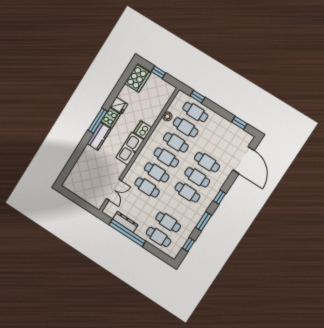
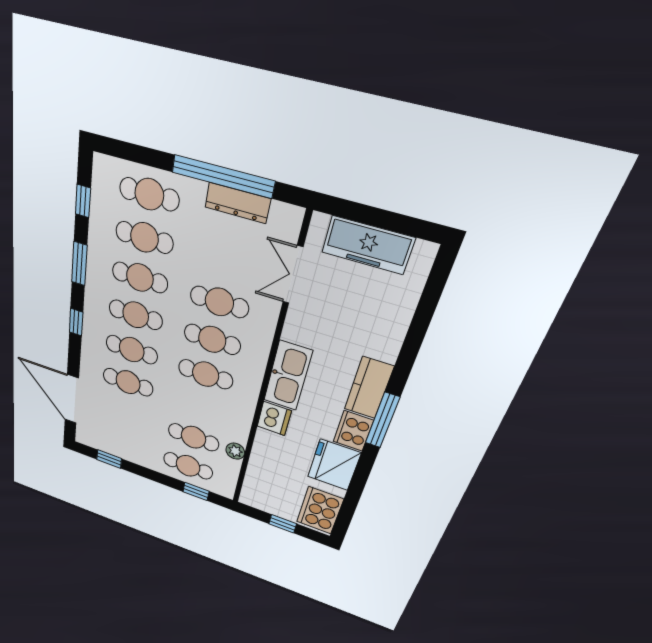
fridge: (119, 105) -> (334, 465), width x1.88, depth x1.34
cafe table: (176, 142) -> (140, 278), moved
freezer: (84, 192) -> (368, 245), added

